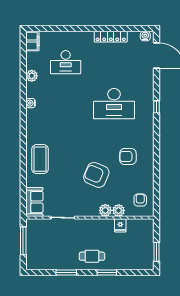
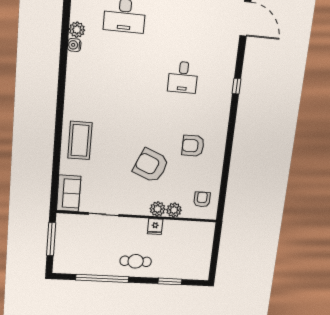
water cooler: (31, 103) -> (74, 45), moved
desk: (114, 104) -> (183, 77), width x0.53, depth x0.77
fridge: (120, 225) -> (155, 227), moved
window: (156, 252) -> (214, 260), removed
window: (66, 273) -> (102, 278), width x2.11
window: (107, 273) -> (170, 281), moved

